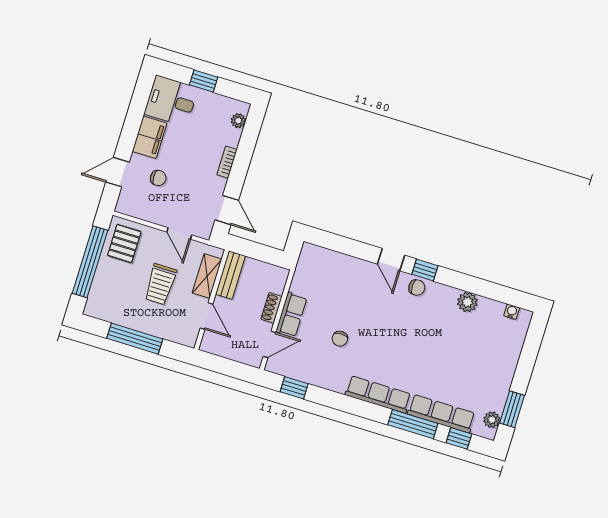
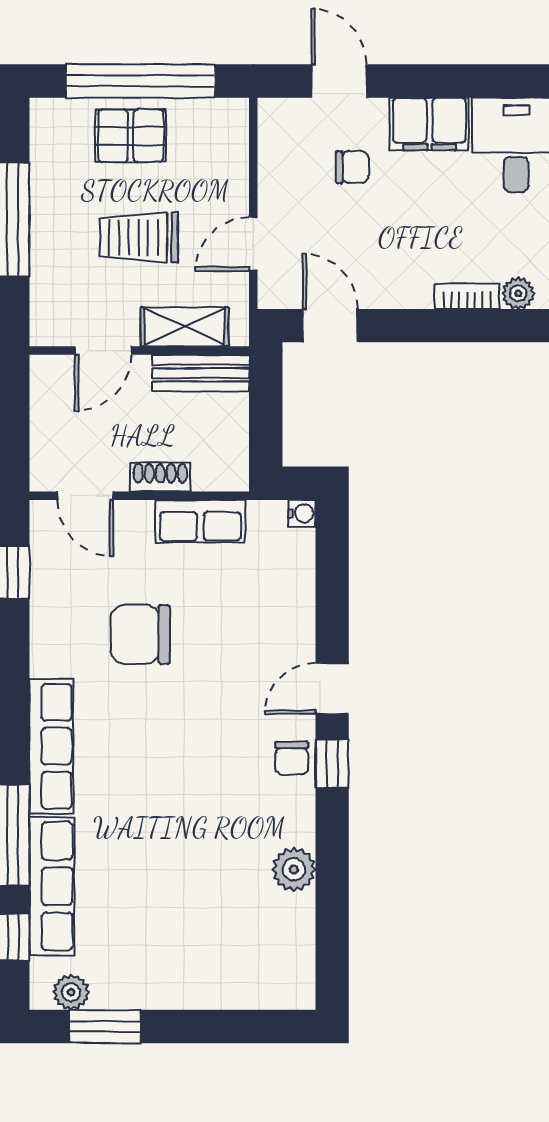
bookcase: (227, 162) -> (467, 296), moved
chair: (158, 178) -> (352, 167), turned -90
door: (227, 210) -> (330, 326), swing flipped
pallet: (124, 243) -> (131, 136), moved
water cooler: (512, 312) -> (302, 513), moved
row of seats: (291, 315) -> (200, 521), moved
chair: (340, 339) -> (140, 634), width x1.87, depth x1.87

